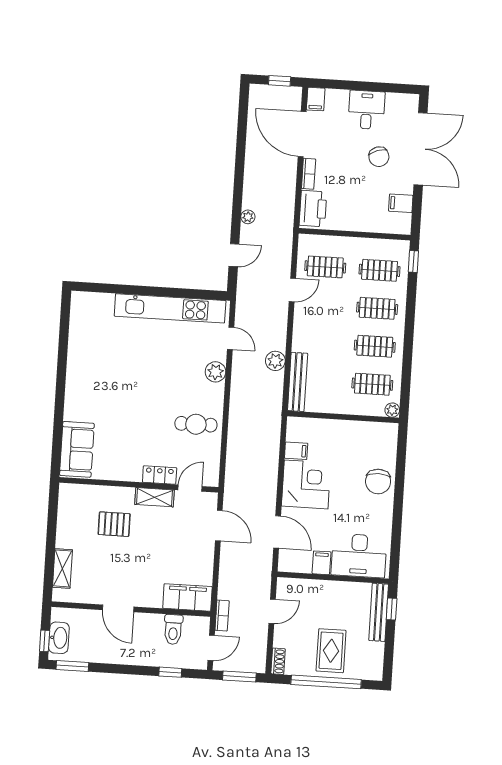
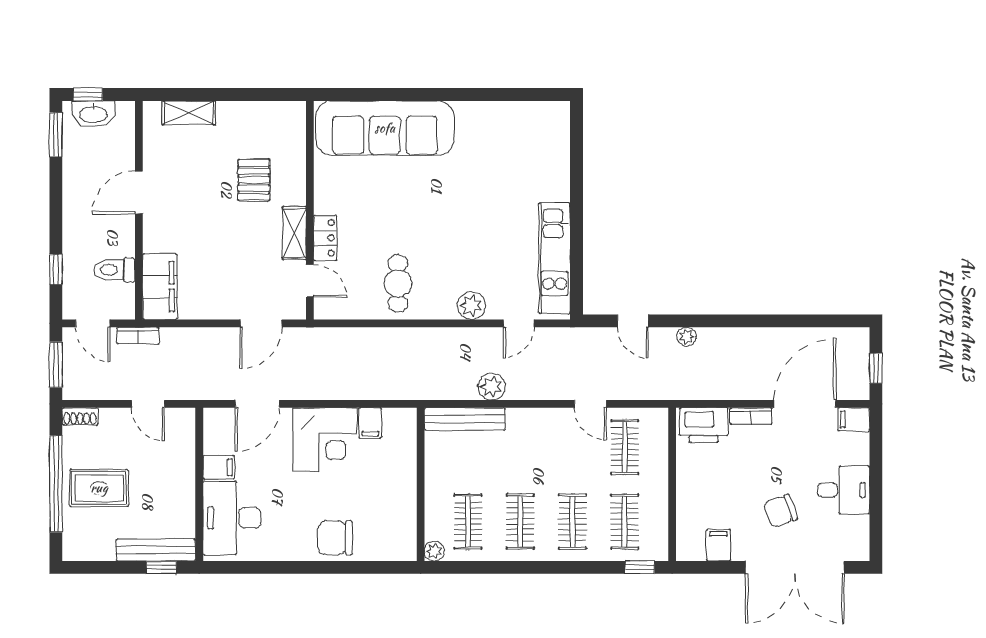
kitchen unit: (170, 308) -> (555, 258), width x0.73
sofa: (77, 449) -> (385, 128), width x1.85, depth x1.27

